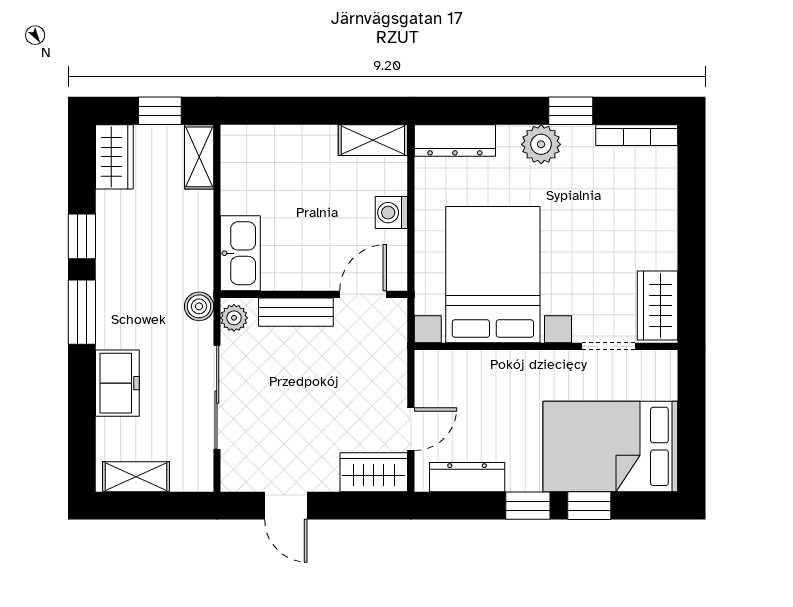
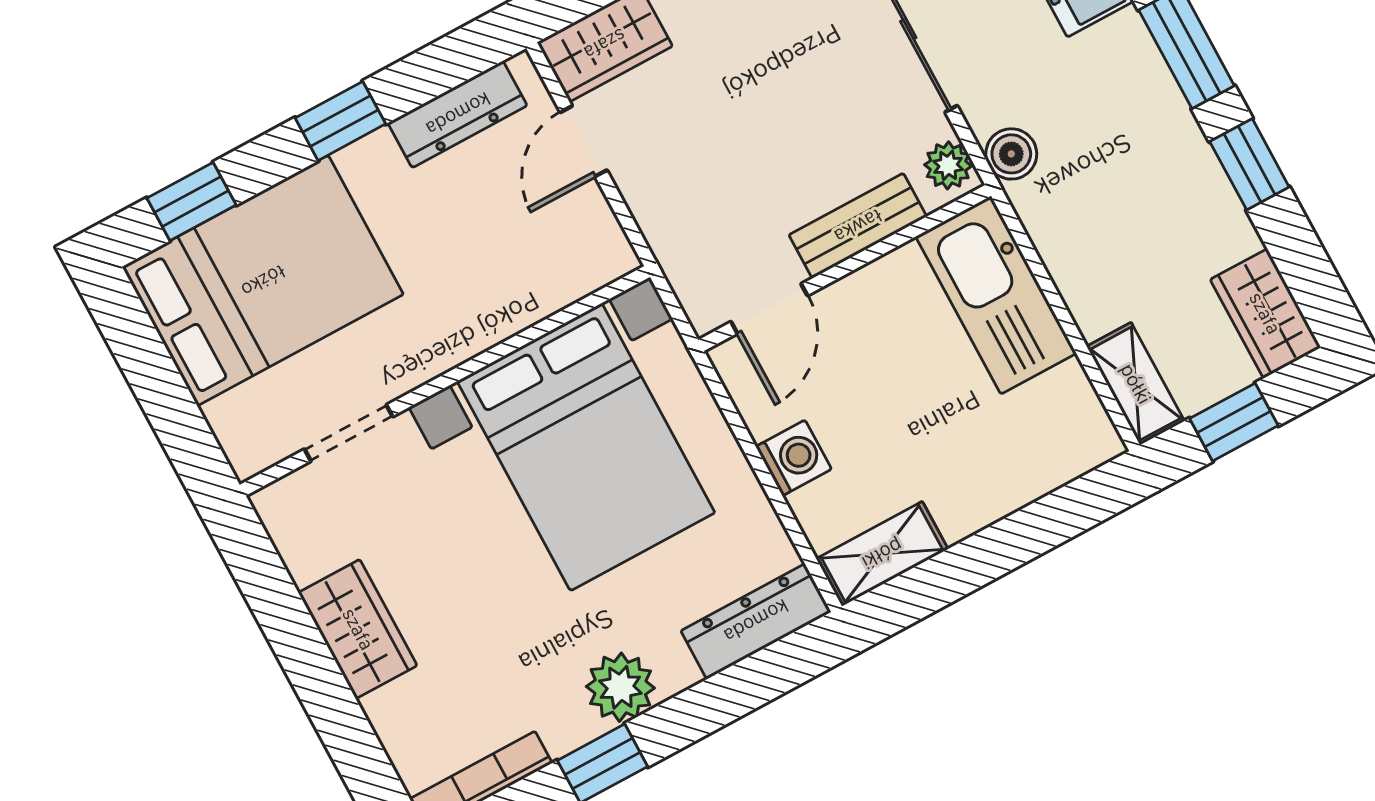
kitchen sink: (240, 253) -> (996, 295), width x1.36, depth x1.24
wardrobe: (658, 306) -> (358, 629), moved
window: (589, 506) -> (191, 202), moved

